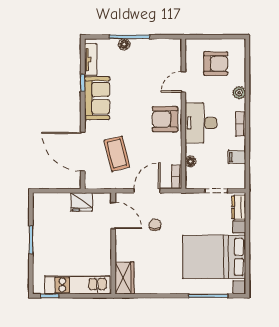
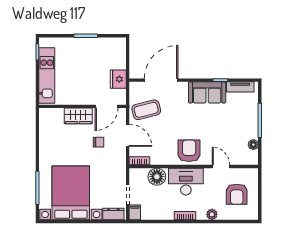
floor lamp: (124, 44) -> (253, 145), moved
coffee table: (117, 154) -> (146, 110), moved
filing cabinet: (237, 157) -> (135, 212), moved
floor lamp: (190, 161) -> (157, 177), width x1.89, depth x1.89
wardrobe: (124, 278) -> (78, 116), moved

